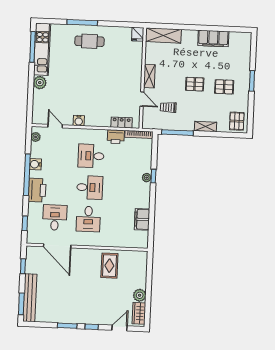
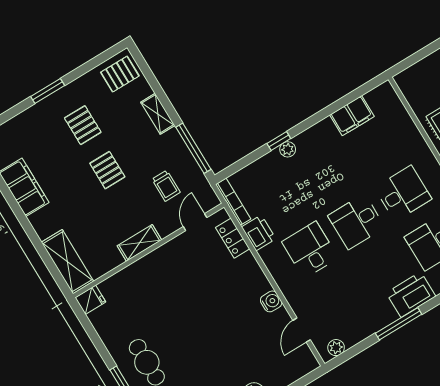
door: (142, 99) -> (195, 222), moved
desk: (91, 156) -> (310, 250), turned 180
water cooler: (35, 164) -> (375, 322), removed
window: (27, 175) -> (399, 324), width x0.68
desk: (90, 187) -> (356, 222), turned -90

